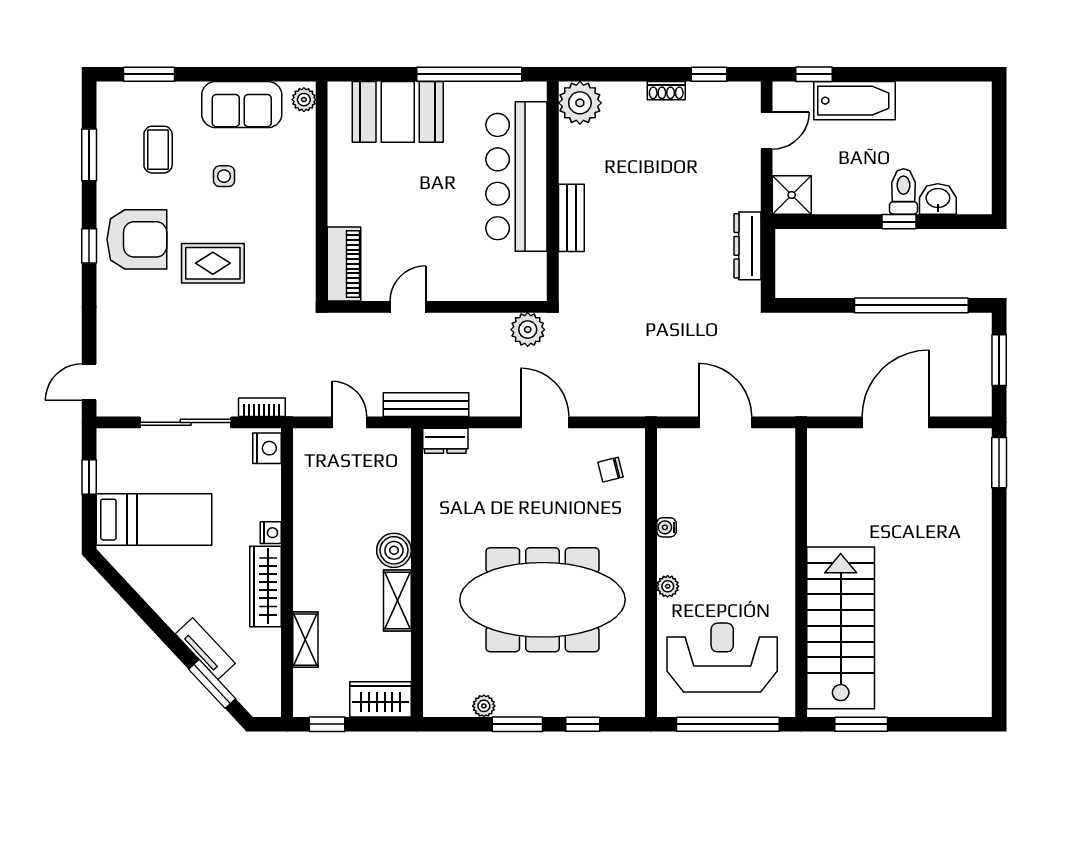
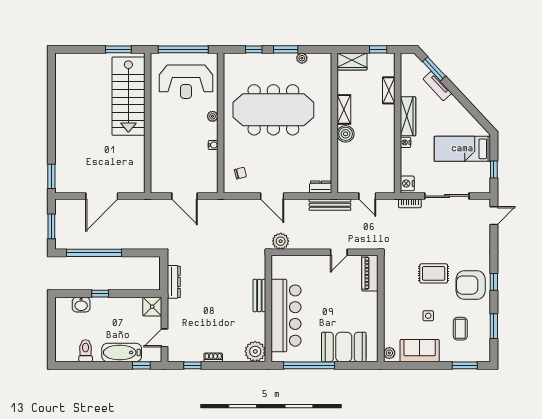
toilet: (904, 192) -> (86, 351), moved, turned 180

